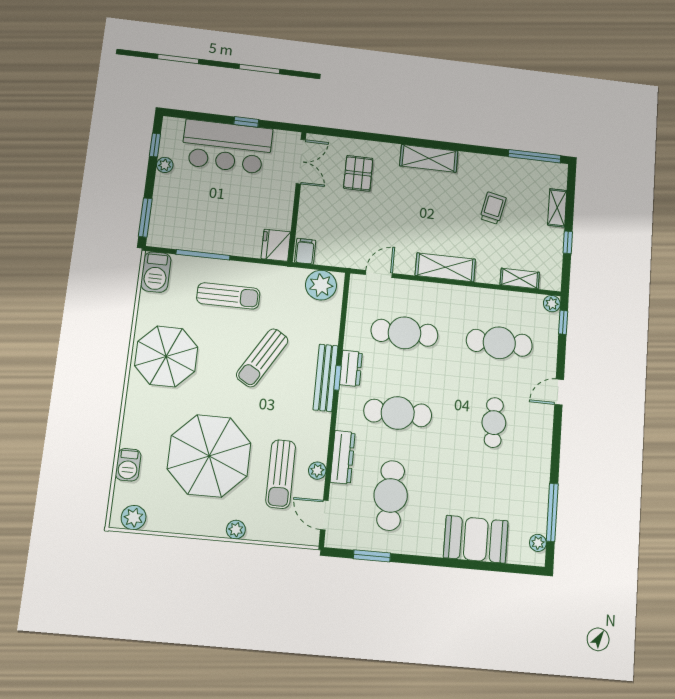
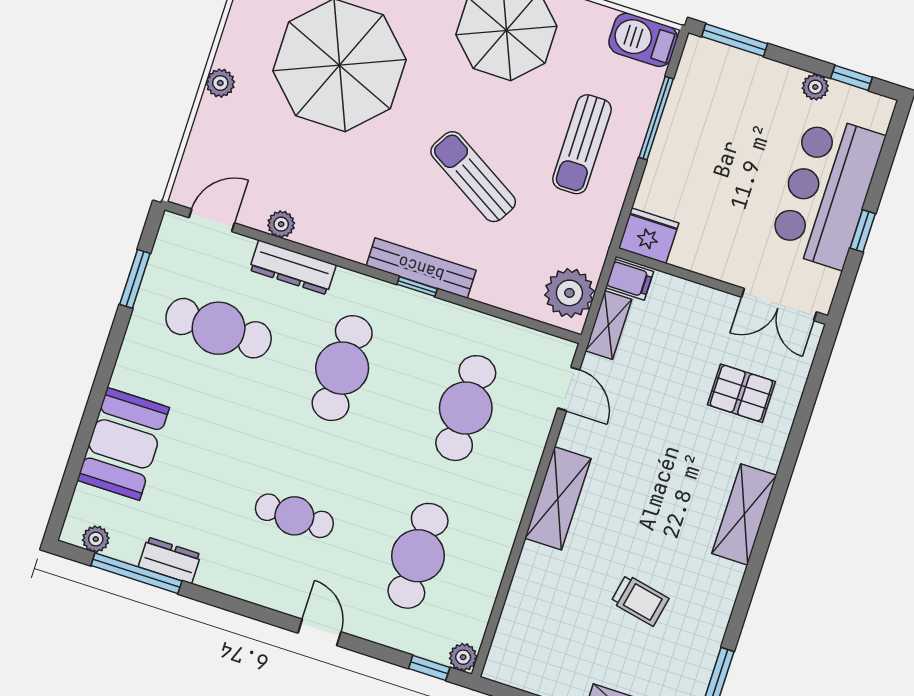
shelving: (520, 278) -> (609, 325), moved
dresser: (351, 368) -> (170, 560), moved, turned 180
sun lounger: (281, 474) -> (288, 167), removed

